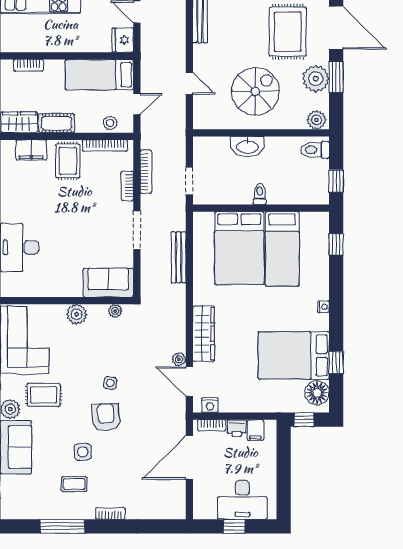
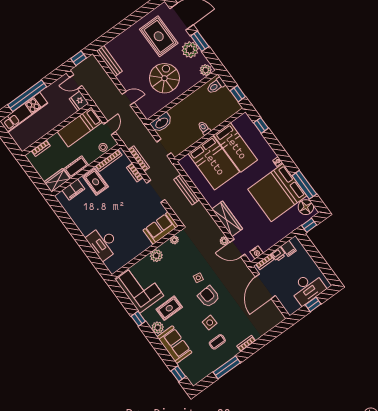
washbasin: (247, 146) -> (161, 123), moved
bed: (294, 355) -> (277, 192), width x1.36
window: (336, 363) -> (304, 185), width x2.17

